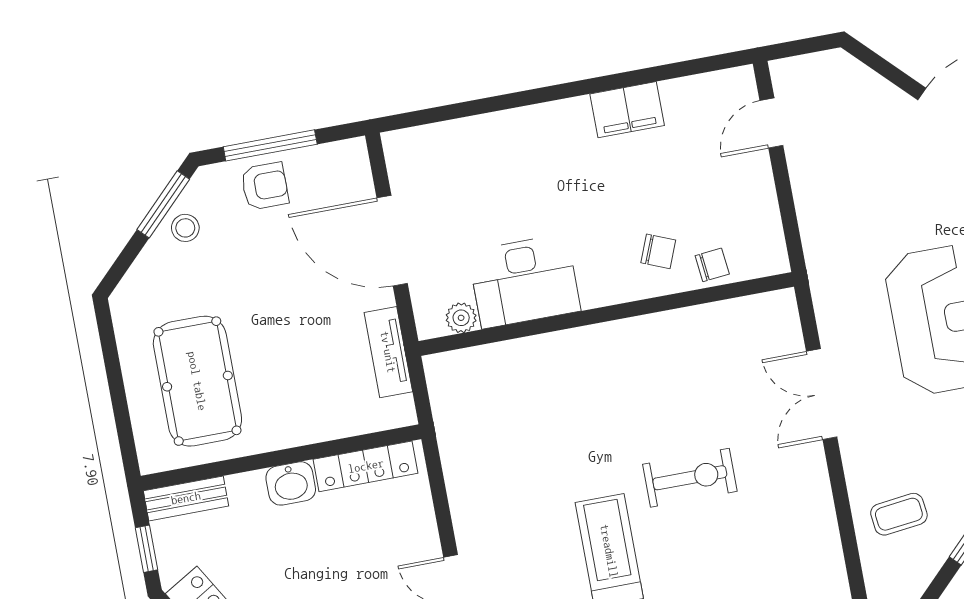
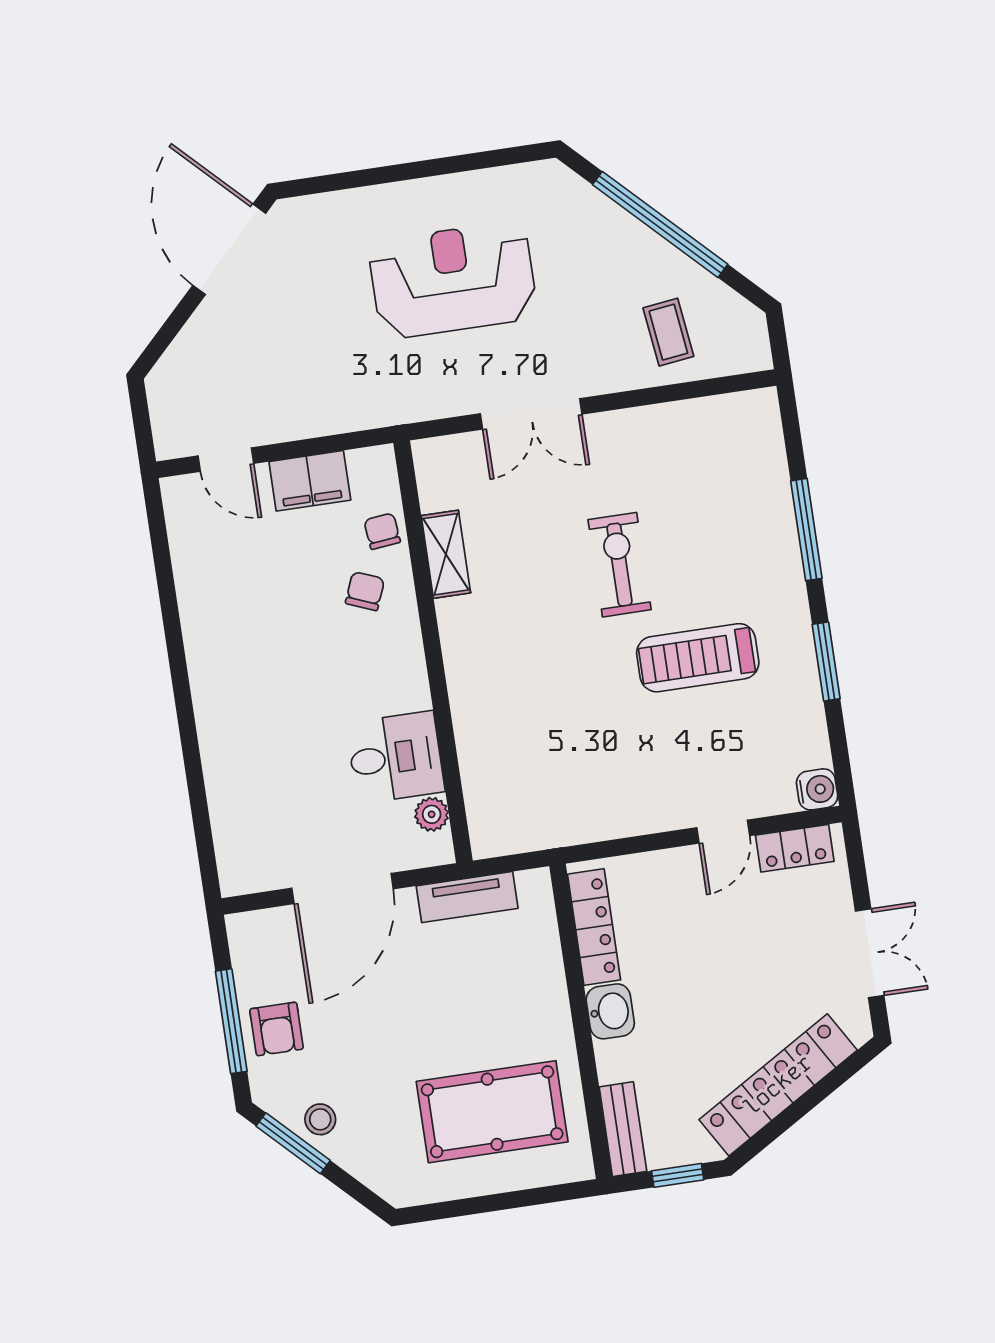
filing cabinet: (627, 110) -> (310, 481), moved, turned 90
armchair: (265, 186) -> (277, 1029), turned 180
desk: (524, 281) -> (395, 757), width x0.73
shelving: (694, 322) -> (446, 554), added

